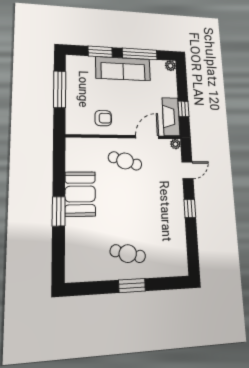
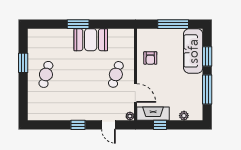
plant: (170, 66) -> (184, 116), moved
sofa: (123, 69) -> (193, 51), moved
window: (132, 286) -> (23, 63), moved

